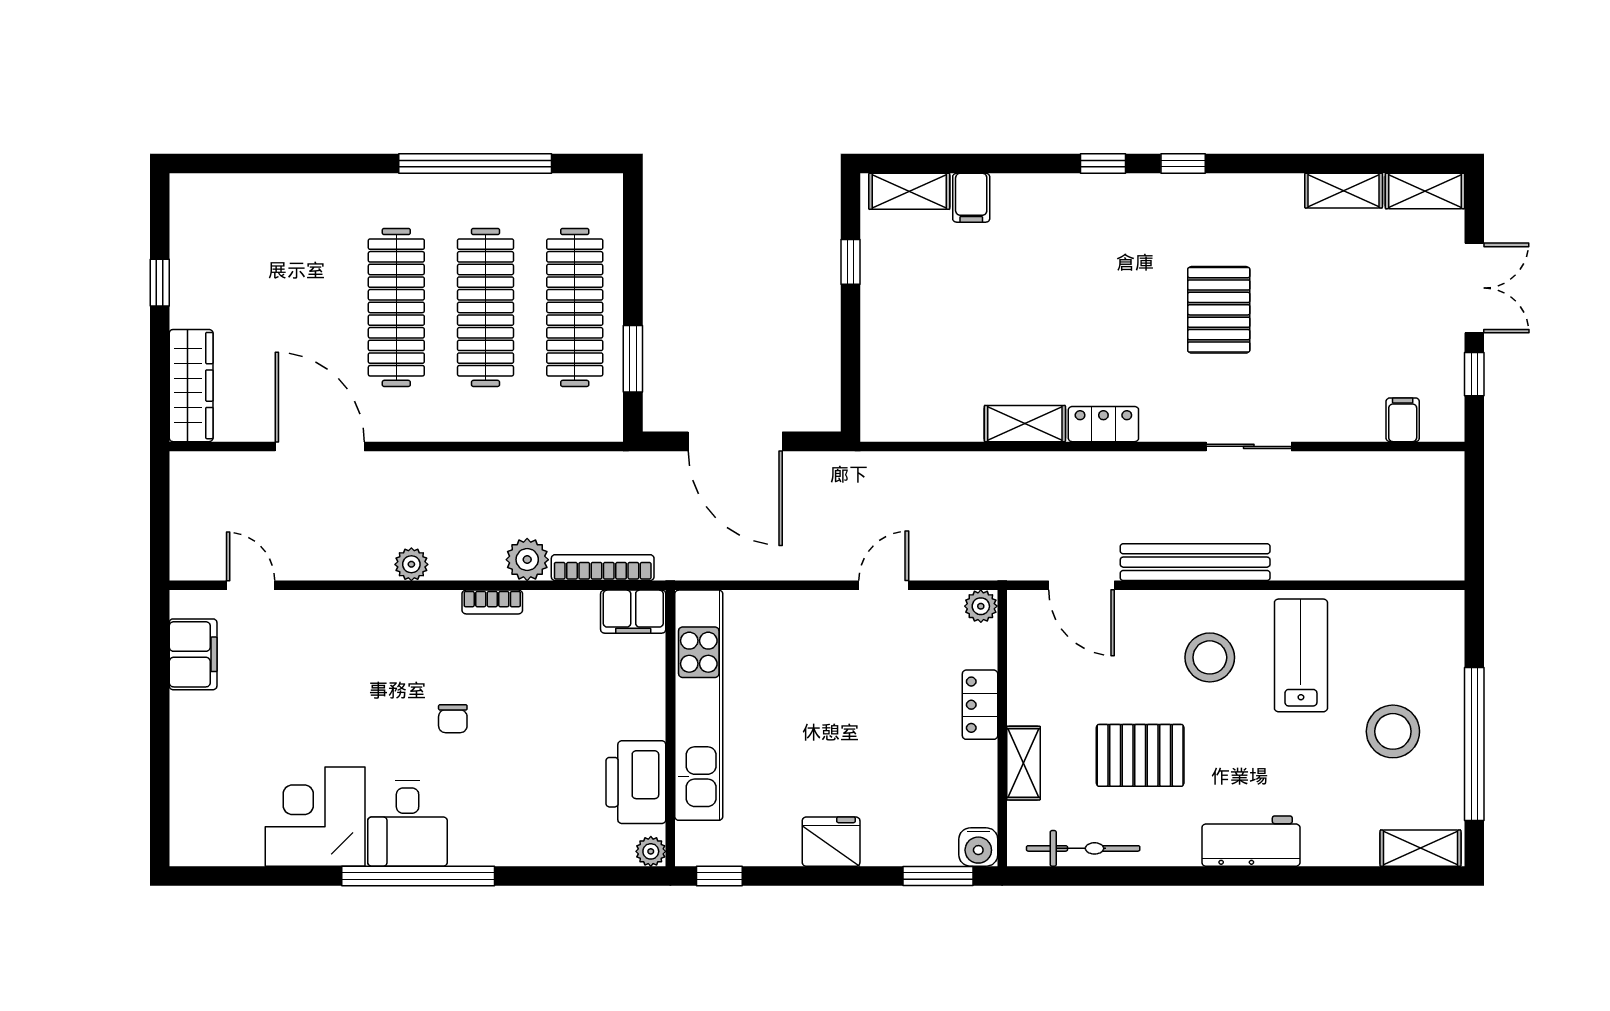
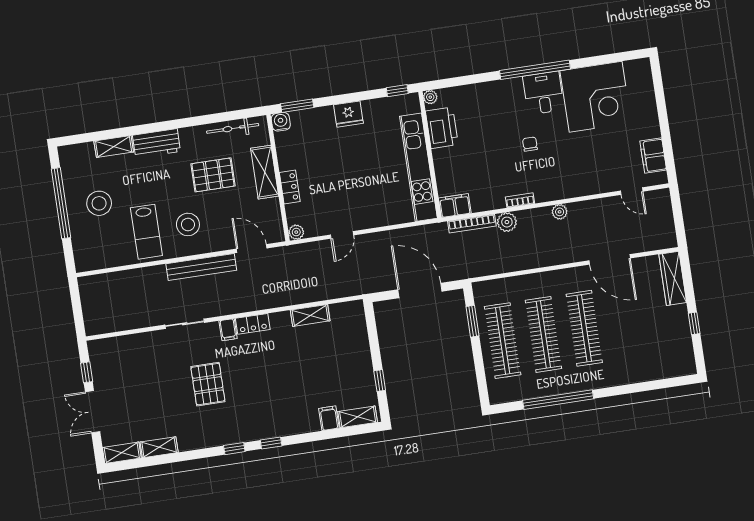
filing cabinet: (1403, 420) -> (228, 330), moved
shelving: (1025, 424) -> (310, 315), moved
shelving: (1024, 763) -> (265, 172), width x1.50, depth x1.33
corner desk: (315, 817) -> (596, 97), width x1.36, depth x1.36
shelving: (1421, 848) -> (114, 146), moved

